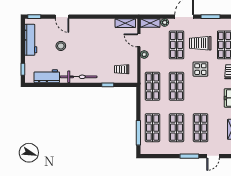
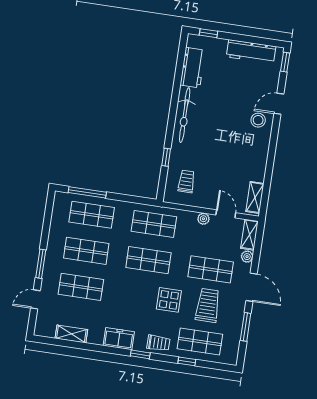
door: (139, 40) -> (226, 214), hinge flipped
stool: (61, 46) -> (258, 120), moved
door: (213, 156) -> (35, 299), hinge flipped

